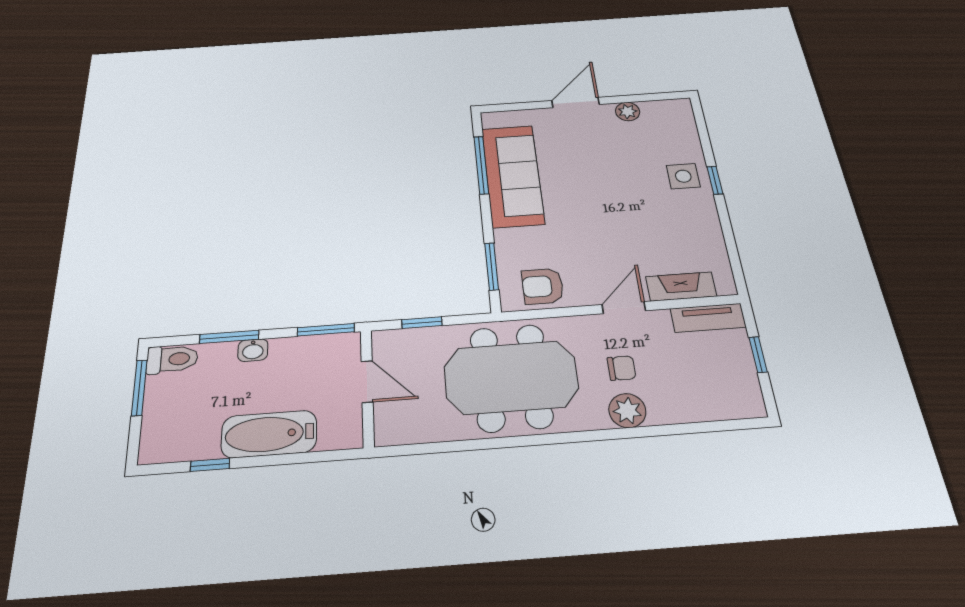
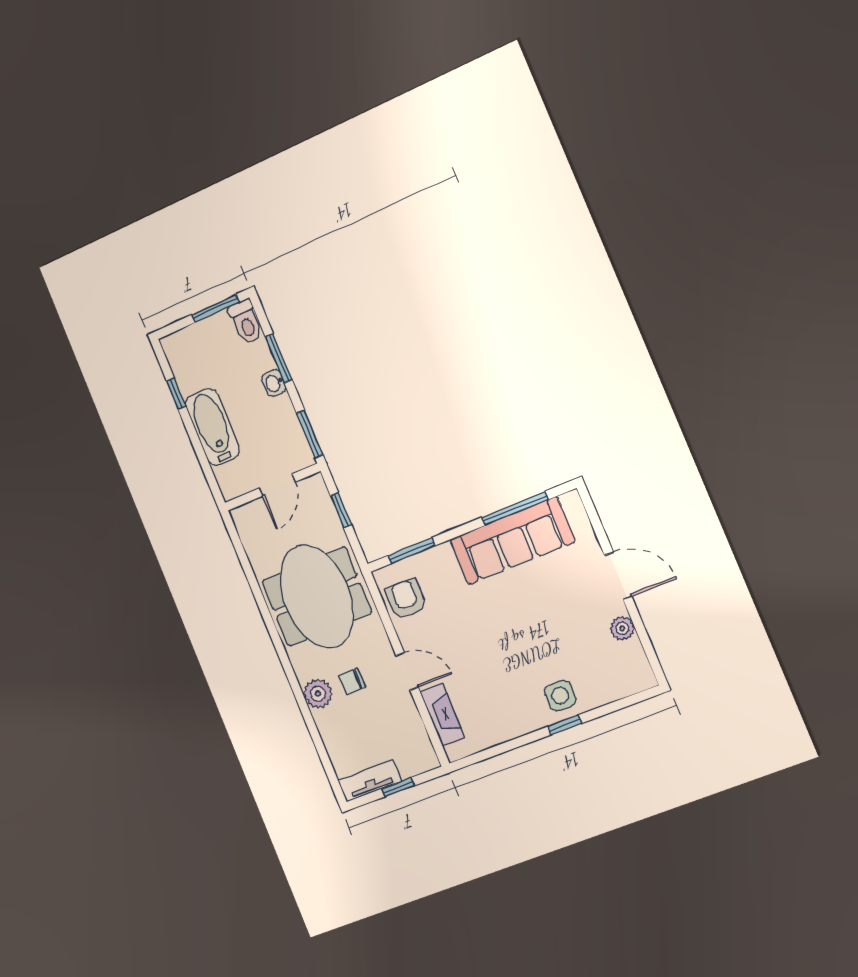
tv unit: (708, 318) -> (370, 781), moved, turned 90
chair: (622, 368) -> (352, 681), turned 90

